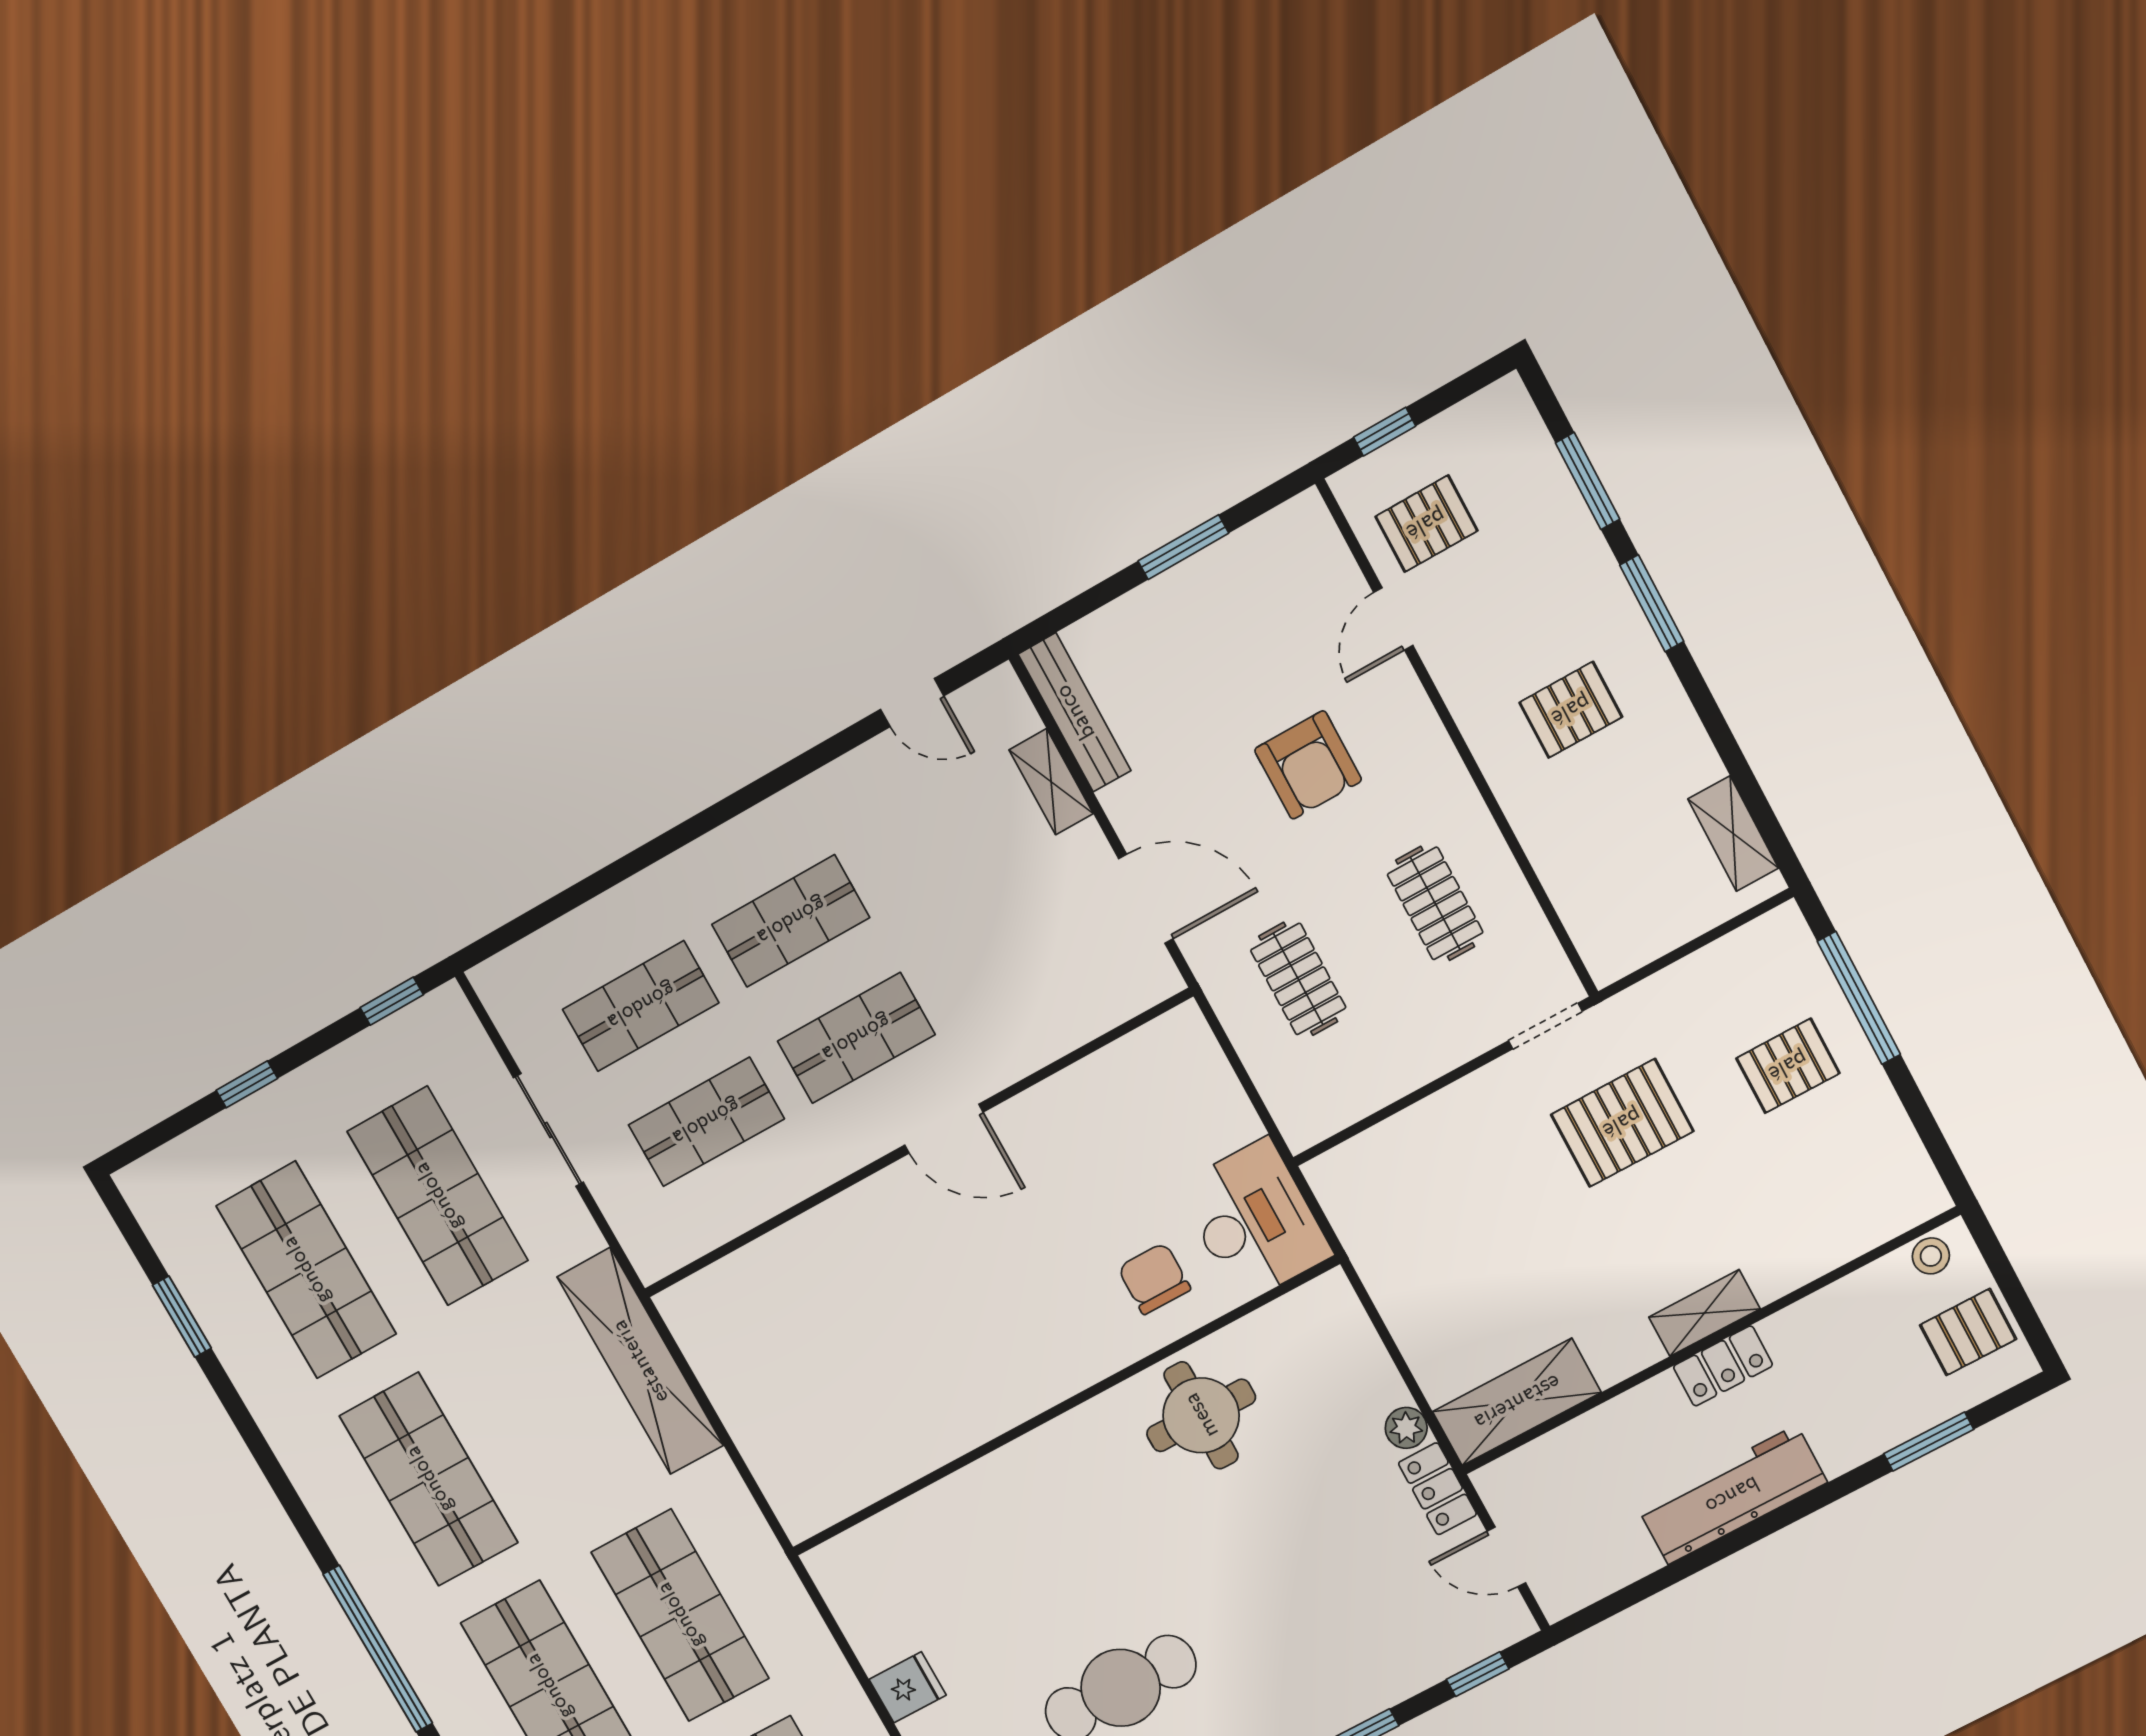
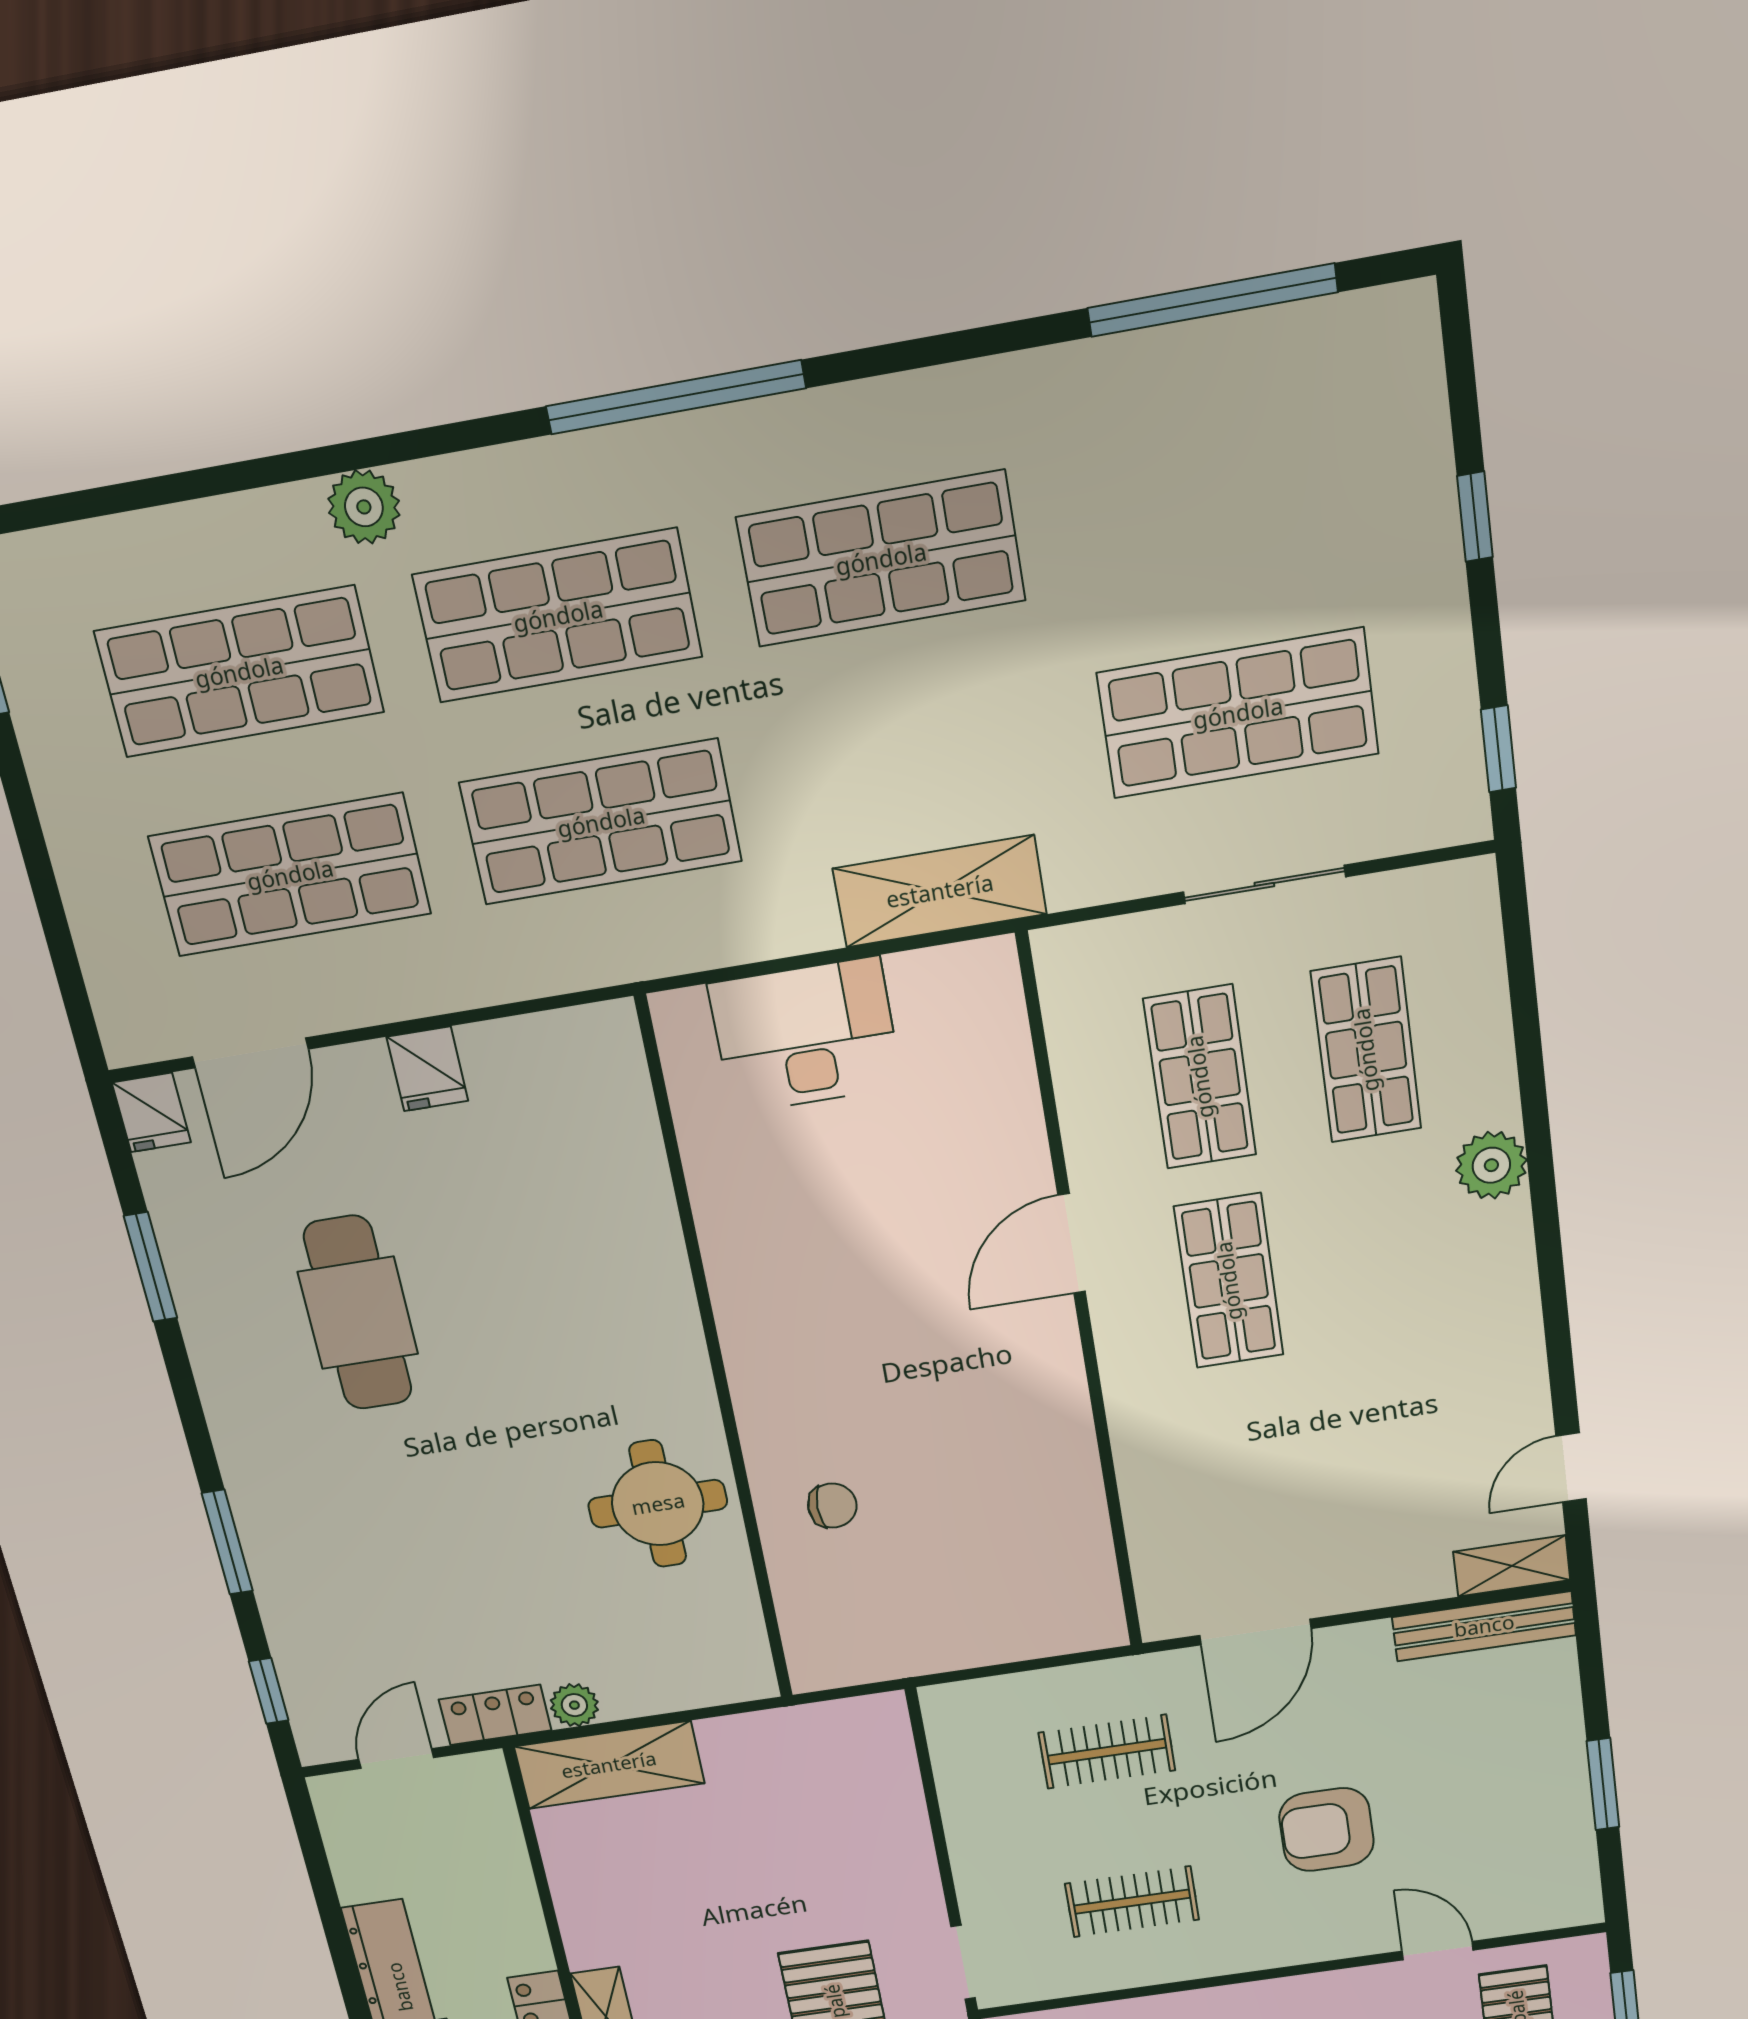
shelving: (1051, 782) -> (1512, 1566), moved
plant: (692, 874) -> (1491, 1165), added
shop shelf: (791, 921) -> (1391, 1256), removed
door: (944, 1129) -> (1072, 1244), moved
desk: (1254, 1221) -> (805, 1035), moved, turned 180
shop shelf: (306, 1270) -> (1210, 501), removed
chair: (1154, 1279) -> (832, 1506), width x0.73, depth x0.73
window: (182, 1317) -> (1213, 300), width x2.11
shelving: (640, 1361) -> (940, 891), width x0.68
shelving: (1517, 1402) -> (609, 1765), moved, turned 90

